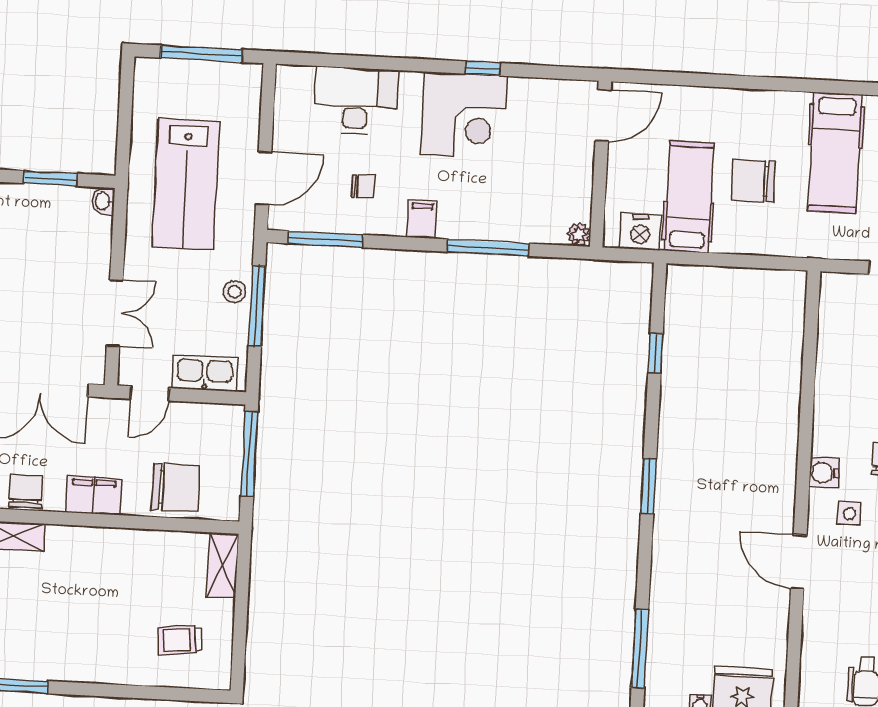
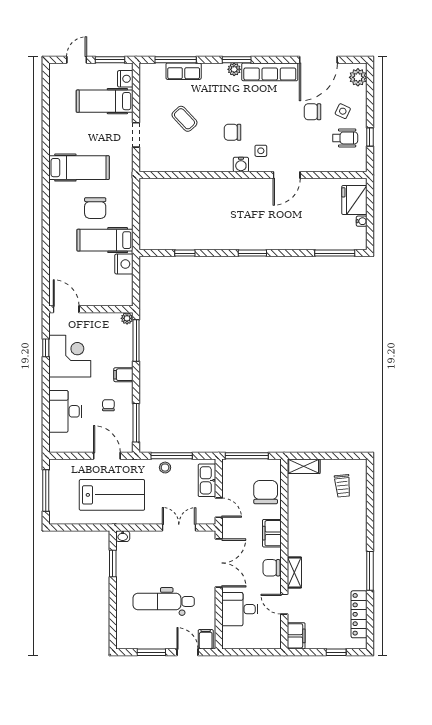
door: (603, 115) -> (66, 309), moved
wall: (601, 164) -> (91, 309), moved
plant: (579, 234) -> (127, 318), moved

